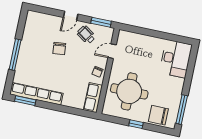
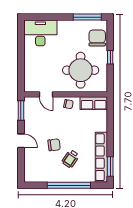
wheelchair: (86, 35) -> (71, 159), moved
window: (15, 55) -> (69, 185), width x1.46
chair: (158, 115) -> (97, 38), turned 180

